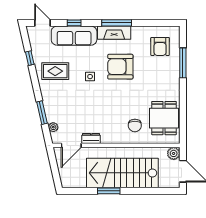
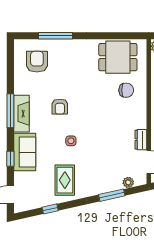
sofa: (74, 36) -> (25, 152), width x0.73
armchair: (160, 46) -> (37, 62), turned -90
armchair: (120, 67) -> (60, 107), width x0.53, depth x0.53

